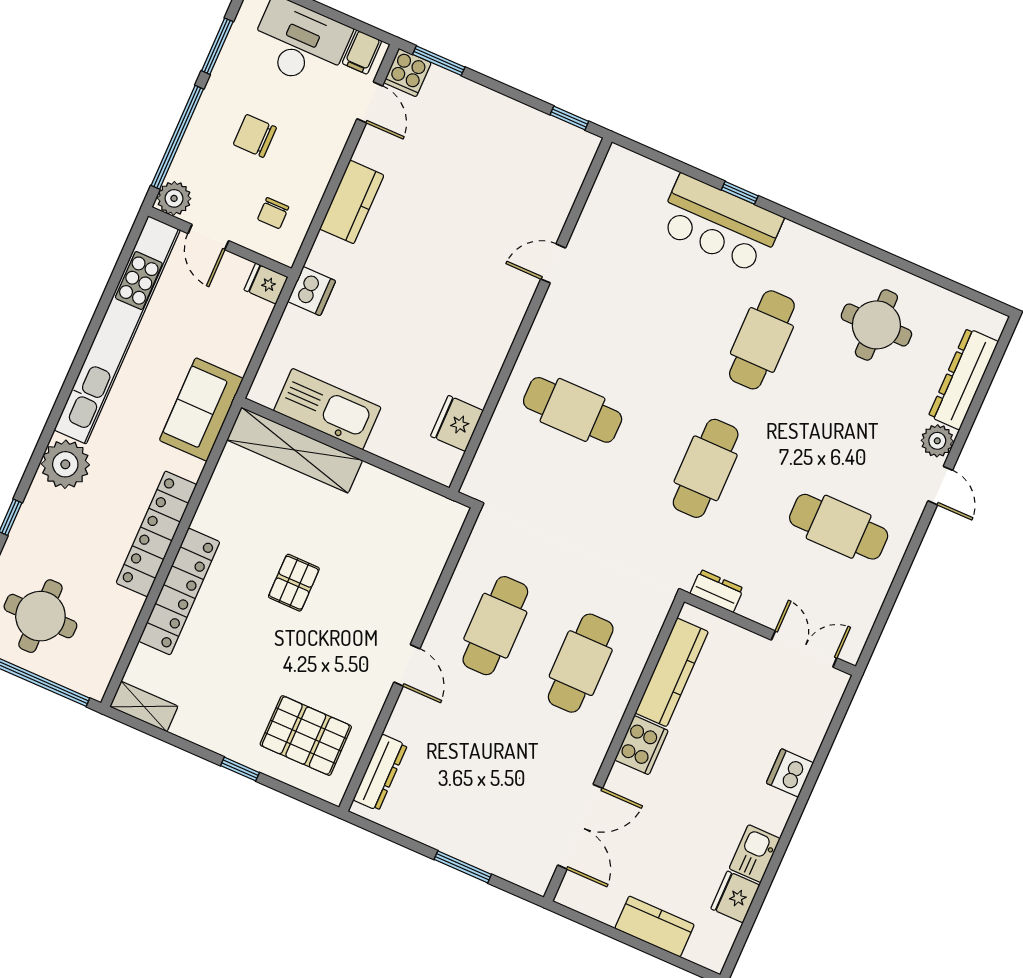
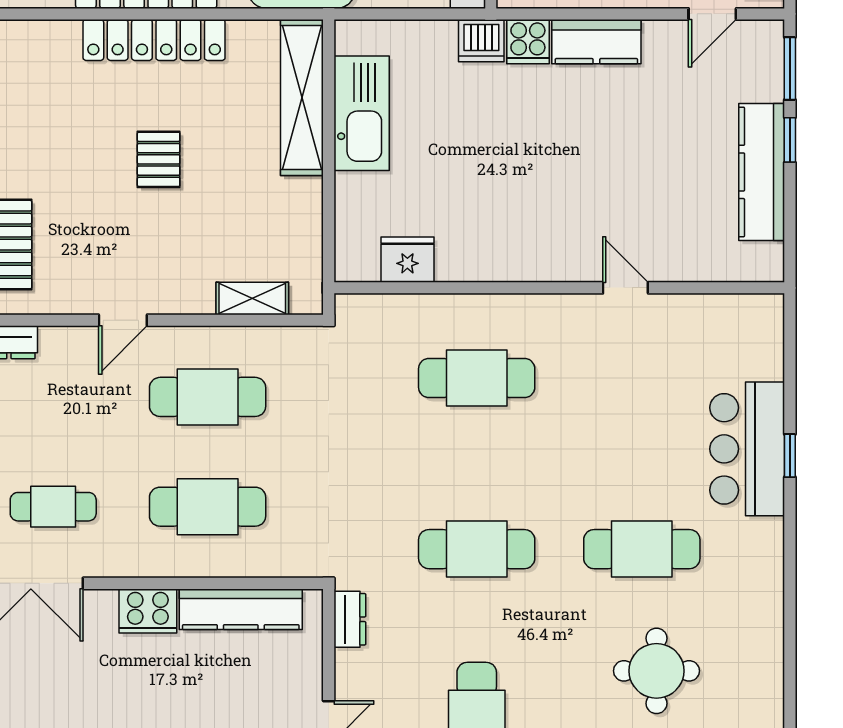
cooker: (407, 73) -> (528, 42), moved, turned -90
kitchen counter: (510, 118) -> (762, 172), added
window: (569, 118) -> (790, 140), moved
round table: (876, 325) -> (656, 671), moved
cafe table: (573, 410) -> (477, 378), turned 90
shelving: (434, 557) -> (252, 299), added
pallet: (294, 583) -> (159, 159), turned 90
locker: (179, 592) -> (154, 40), moved
cafe table: (528, 783) -> (53, 507), added

